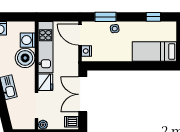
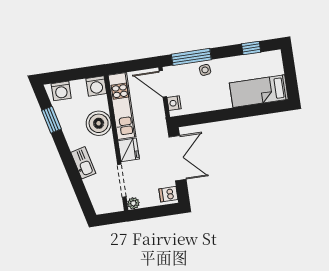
window: (105, 17) -> (191, 57), width x1.44
washing machine: (28, 40) -> (96, 86), moved, turned -90
double door: (83, 94) -> (177, 158), swing flipped

